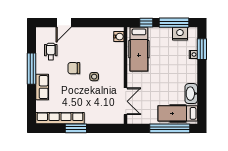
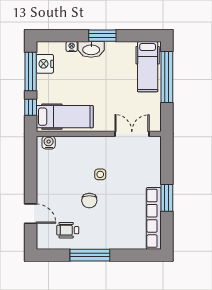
window: (202, 49) -> (102, 36), moved
row of seats: (42, 87) -> (114, 241), removed
washbasin: (191, 94) -> (91, 49), moved

